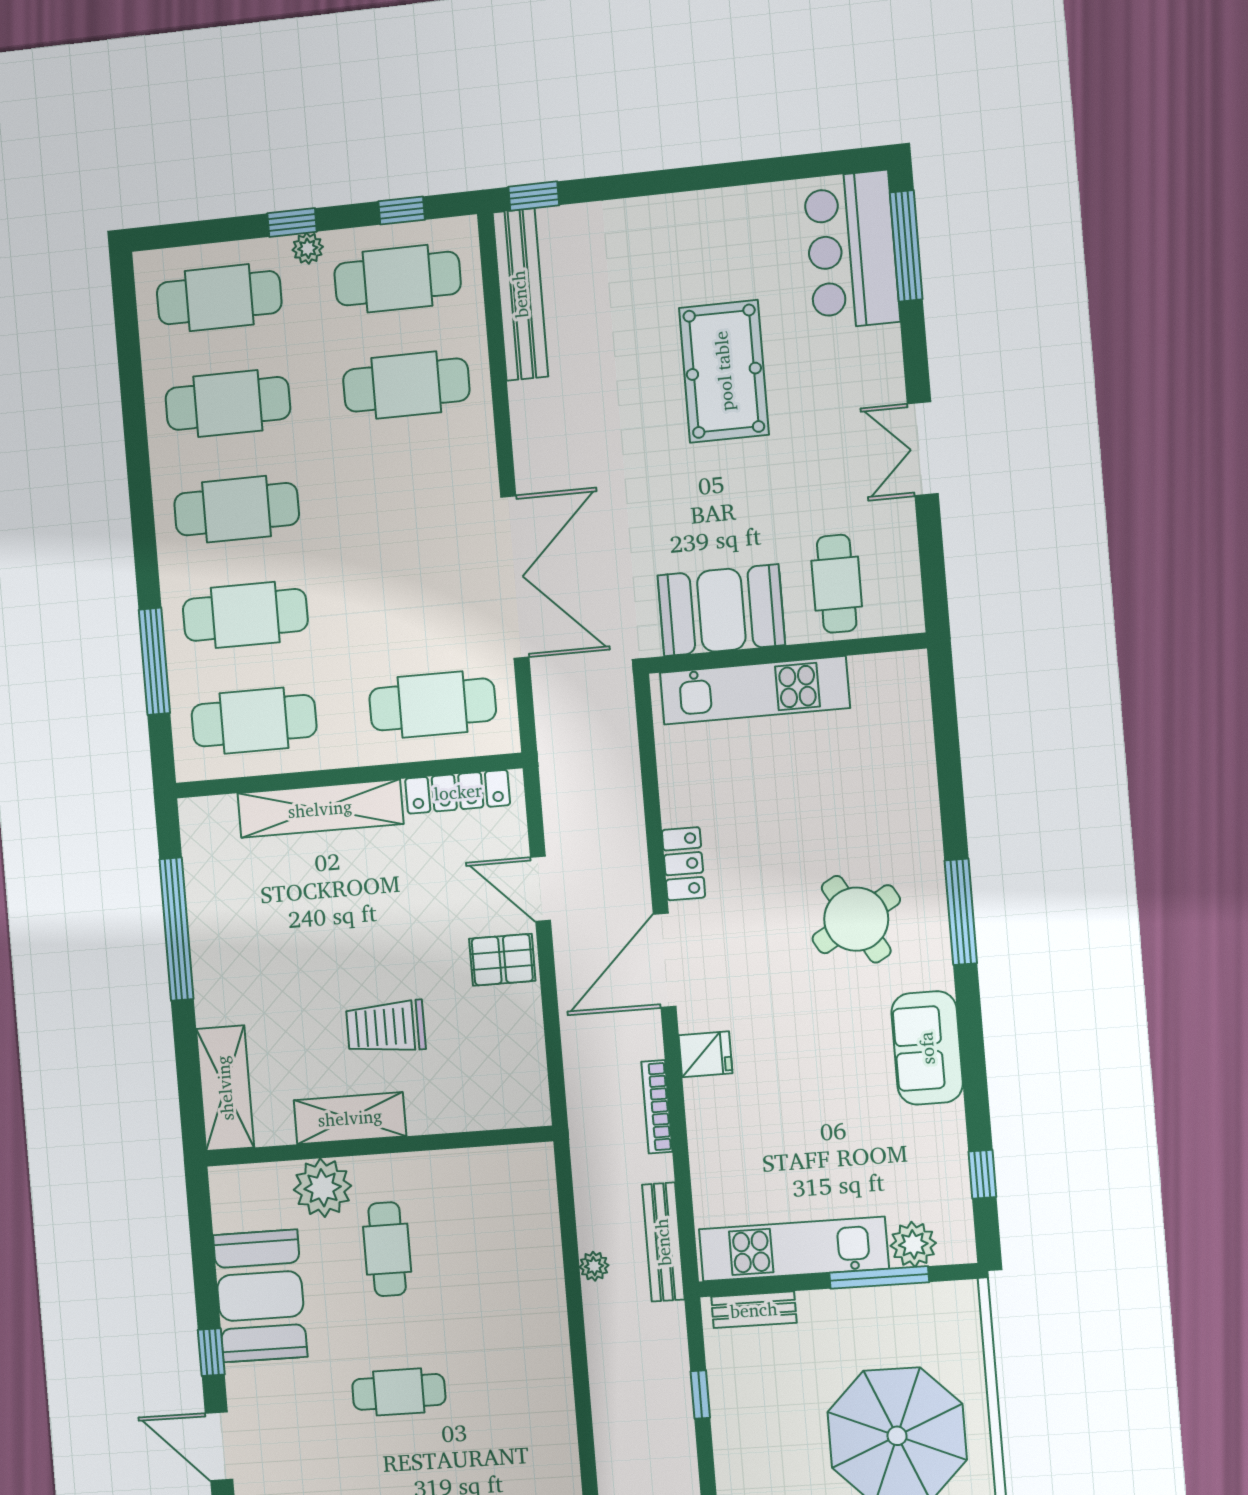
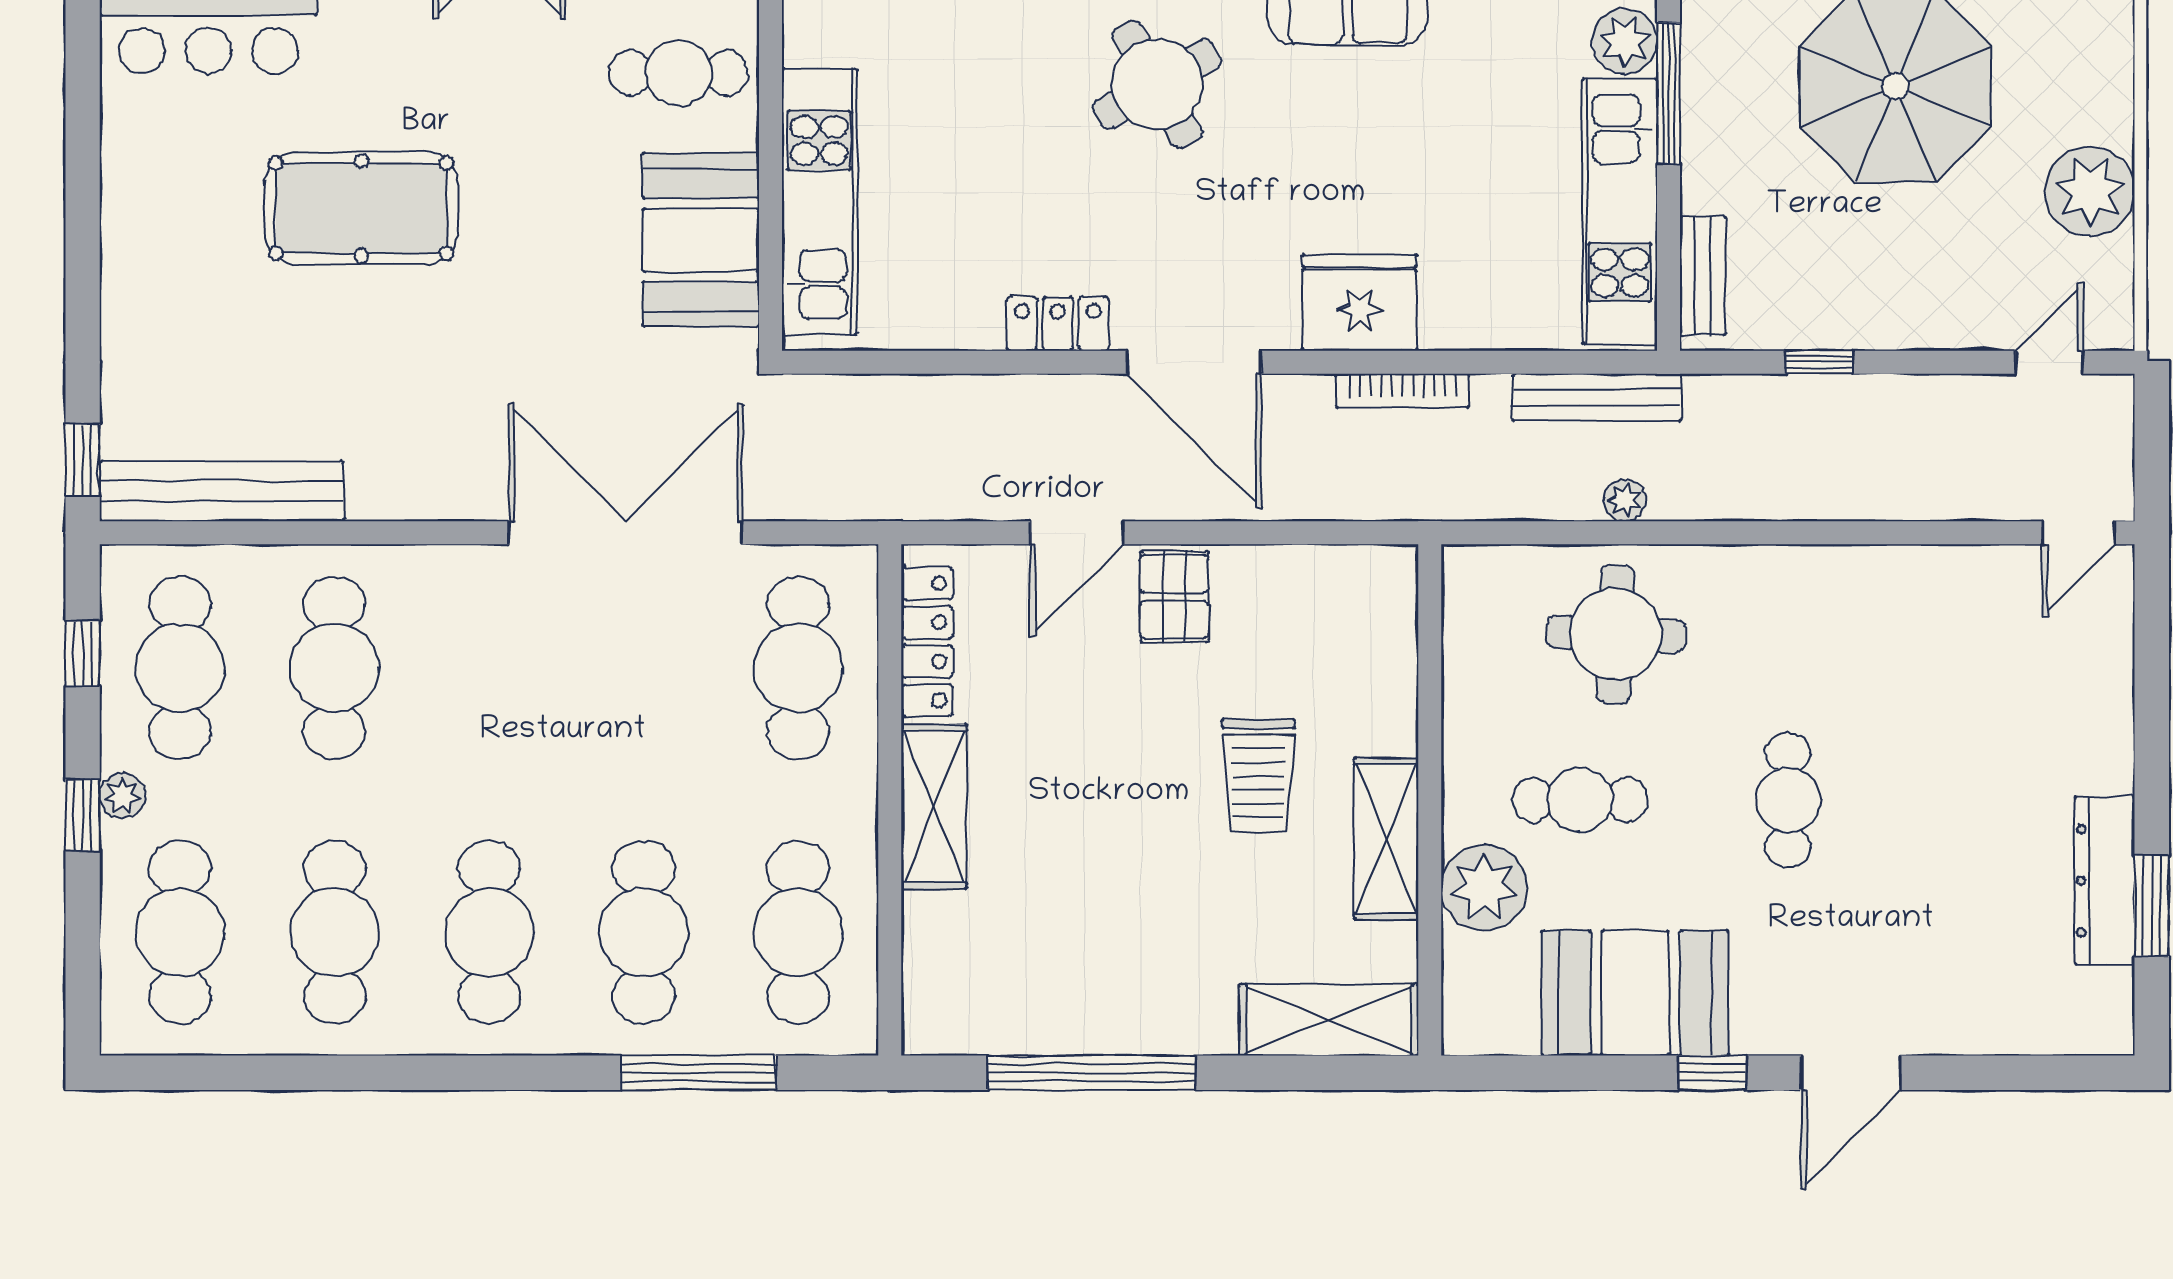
shelving: (320, 809) -> (934, 806), width x0.68
fridge: (705, 1054) -> (1359, 302), width x1.88, depth x1.34
round table: (502, 1266) -> (1616, 634), added

